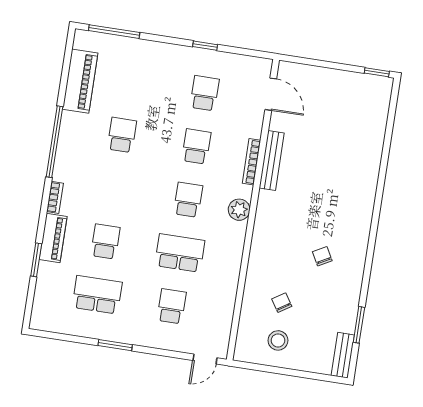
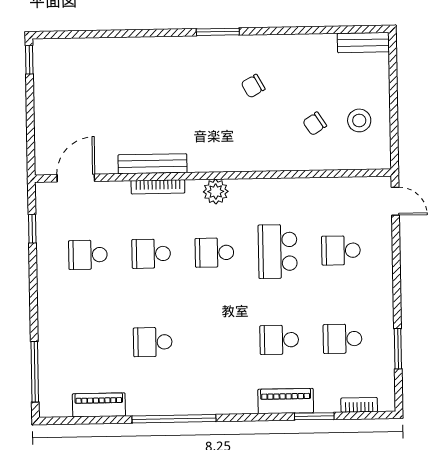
window: (205, 46) -> (32, 229), moved
piano: (80, 81) -> (99, 405), width x0.73, depth x0.75
bookcase: (55, 197) -> (359, 405), moved
school desk: (97, 295) -> (343, 339), width x0.54
window: (359, 325) -> (218, 32), moved
window: (115, 345) -> (398, 349), moved

